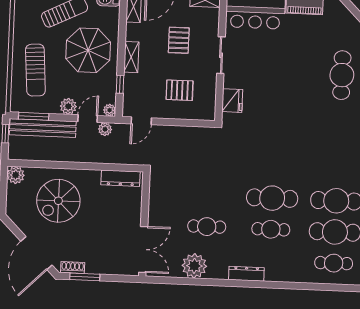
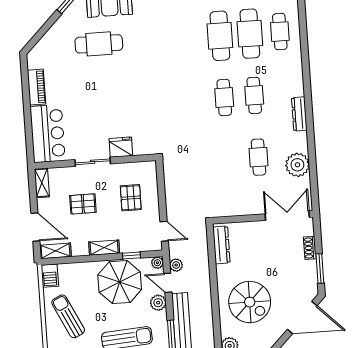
parasol: (88, 50) -> (120, 282), moved
fridge: (232, 101) -> (121, 147), moved
cafe table: (272, 198) -> (224, 97), width x0.73, depth x0.74
shoe rack: (73, 268) -> (310, 248), moved

